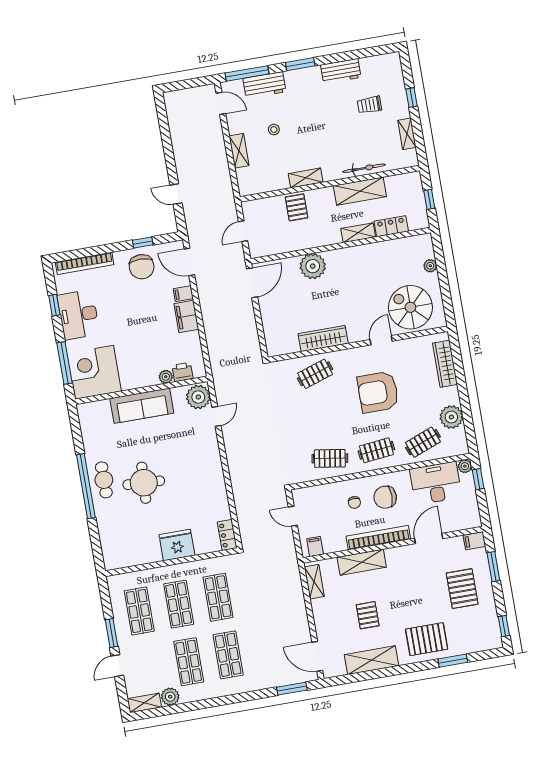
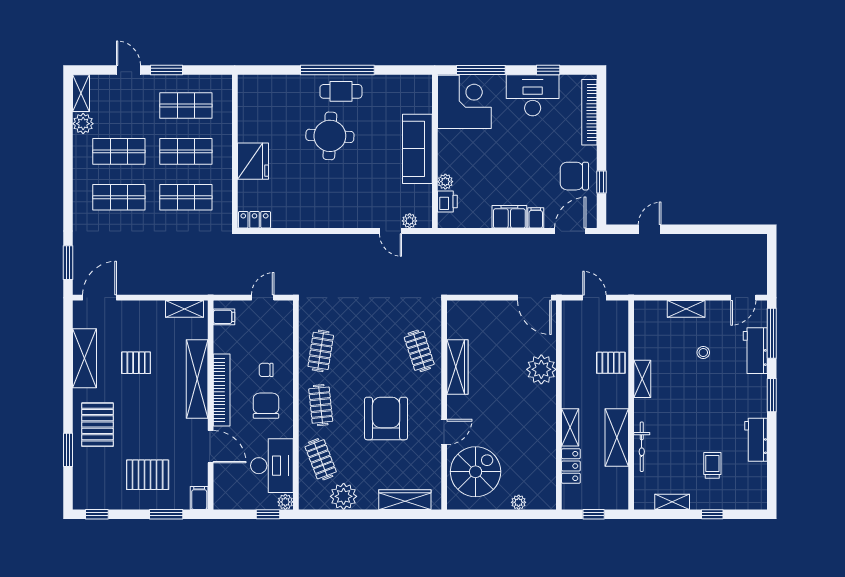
door: (381, 340) -> (444, 432), hinge flipped
plant: (198, 397) -> (410, 221), width x0.53, depth x0.53
shelving: (362, 562) -> (197, 379), width x1.47

